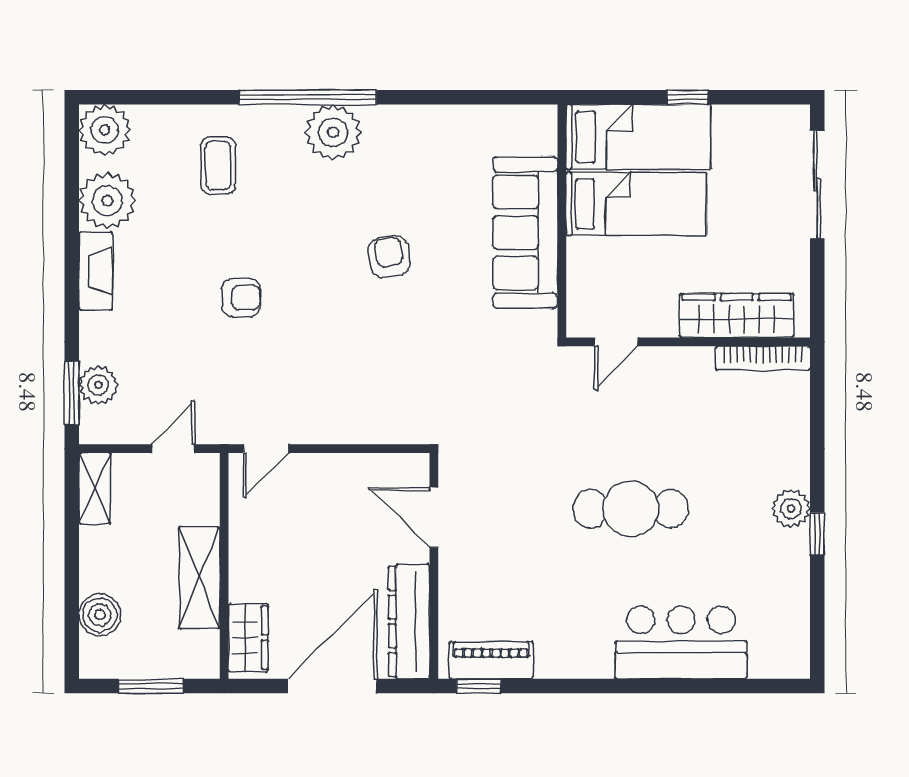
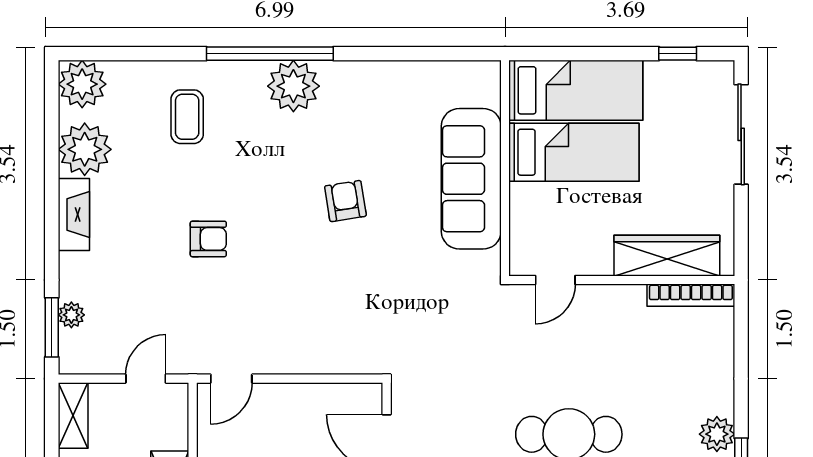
window: (687, 97) -> (678, 54), moved
plant: (98, 385) -> (71, 315), width x0.73, depth x0.73

